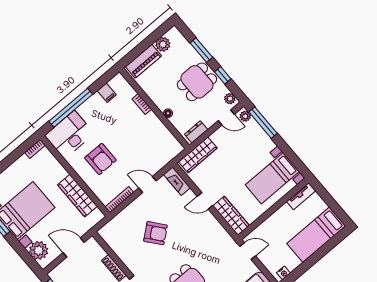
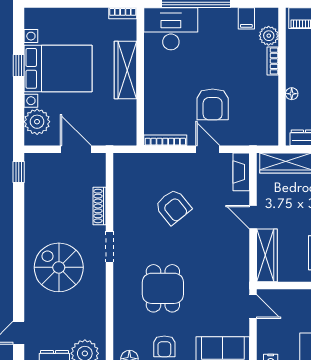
plant: (127, 92) -> (269, 36), added
armchair: (100, 159) -> (213, 104), moved
wardrobe: (77, 196) -> (126, 70), moved

